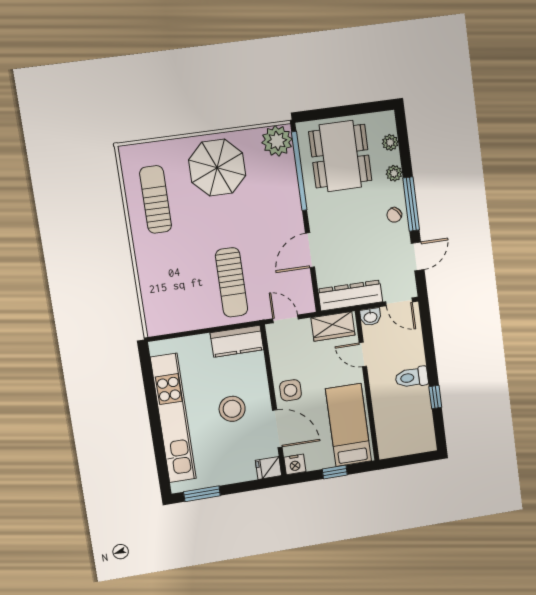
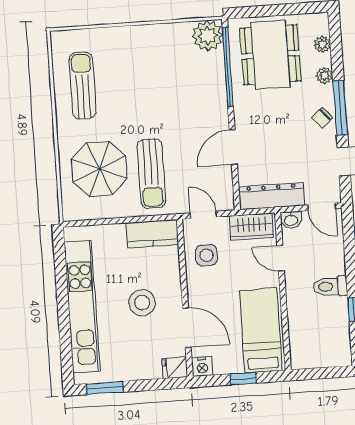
parasol: (217, 168) -> (99, 169), moved
side table: (291, 390) -> (206, 255), moved

